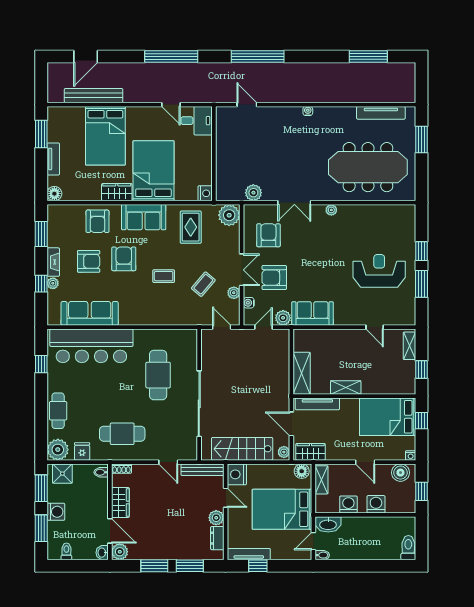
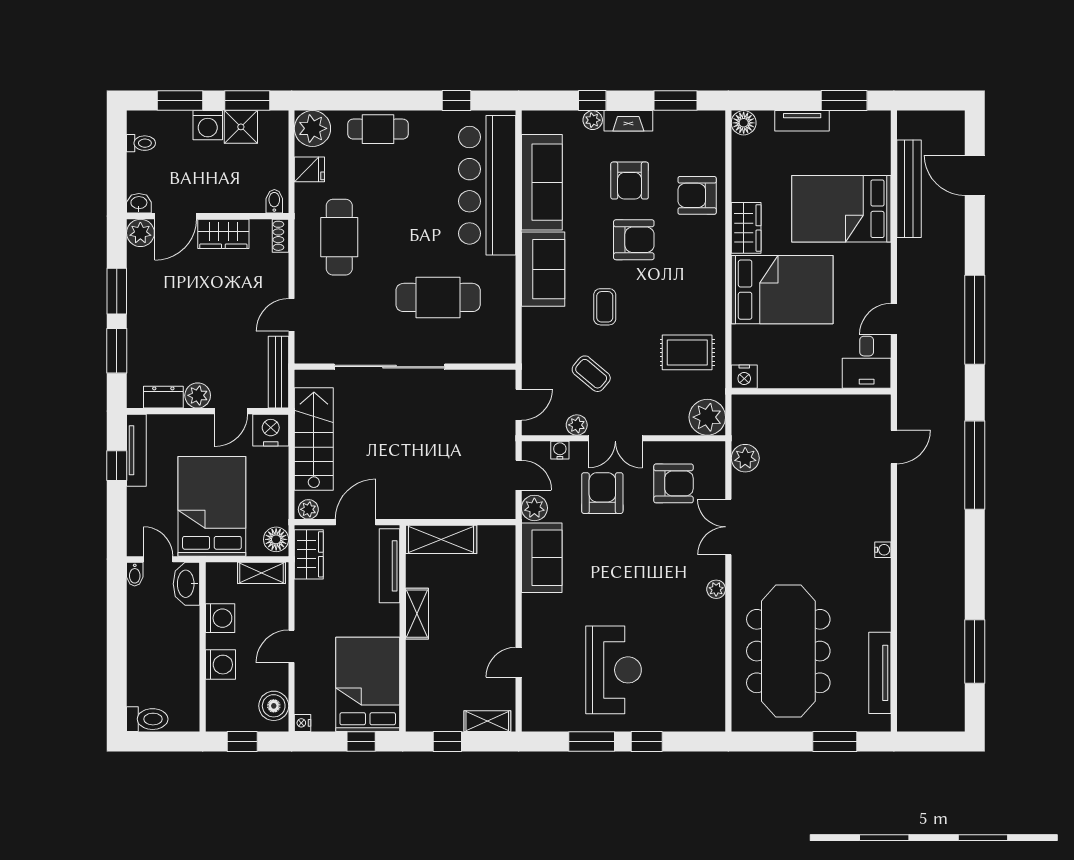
sofa: (144, 217) -> (543, 269), moved, turned 180
shower: (62, 474) -> (241, 127), moved

